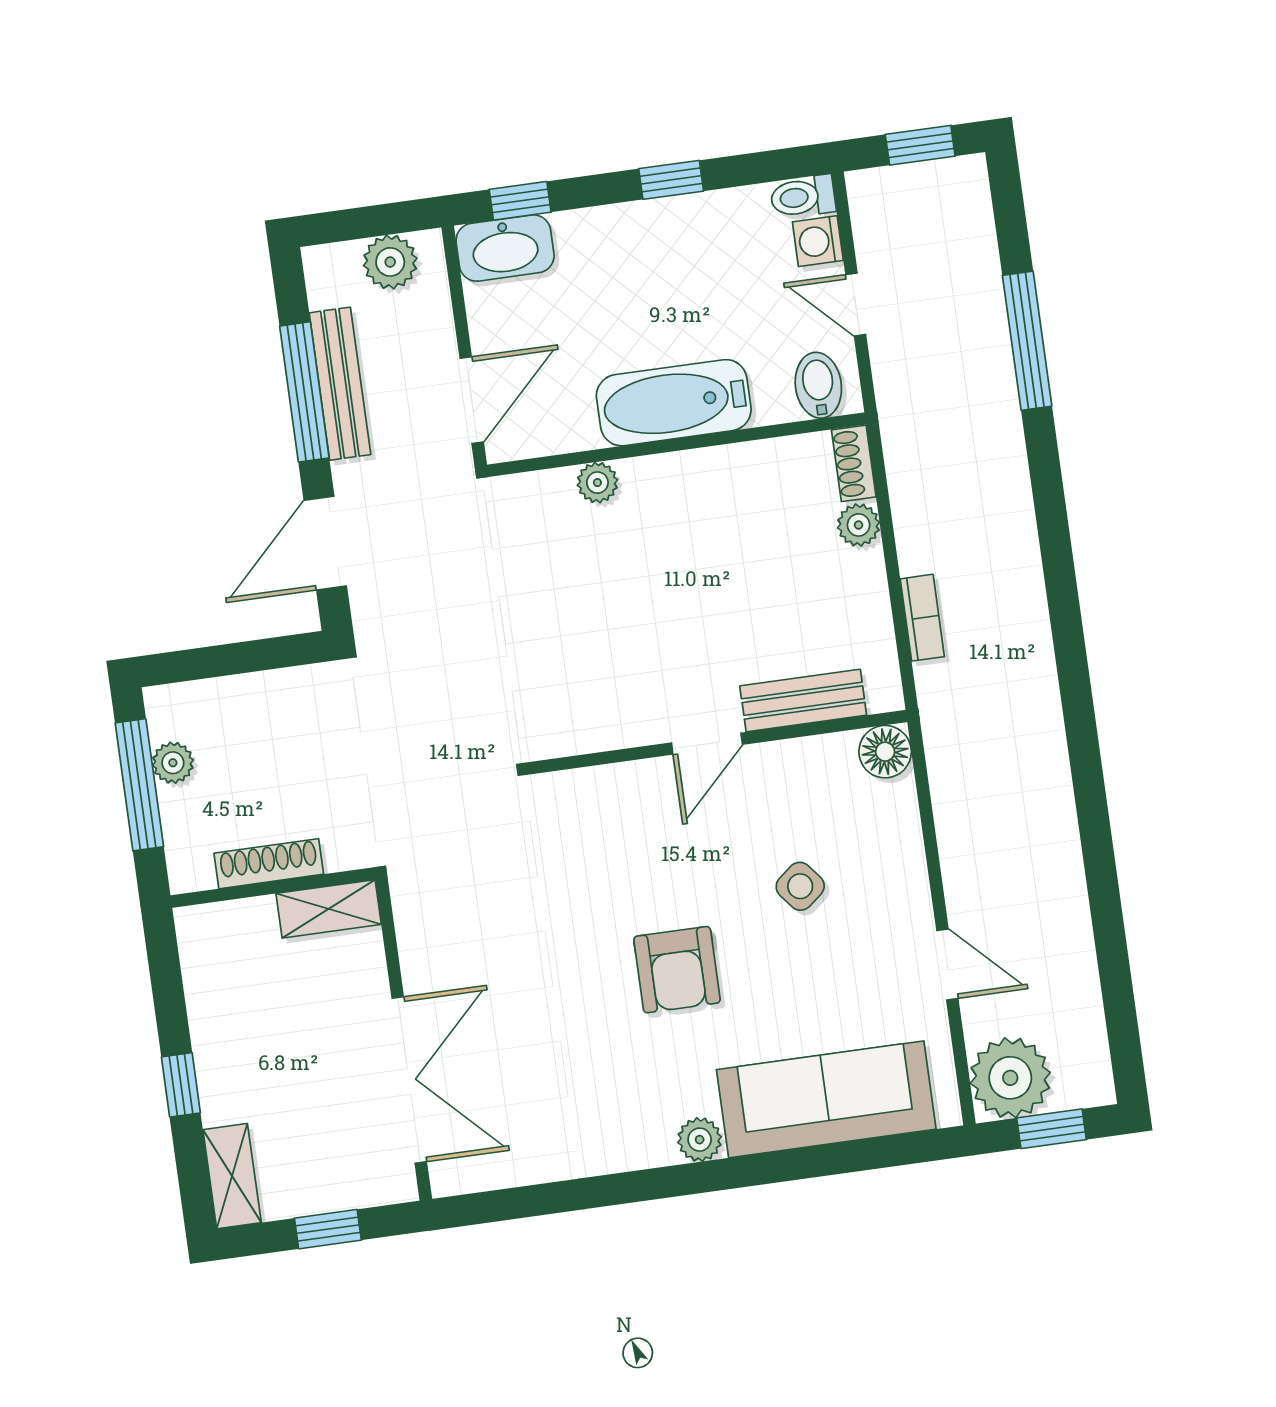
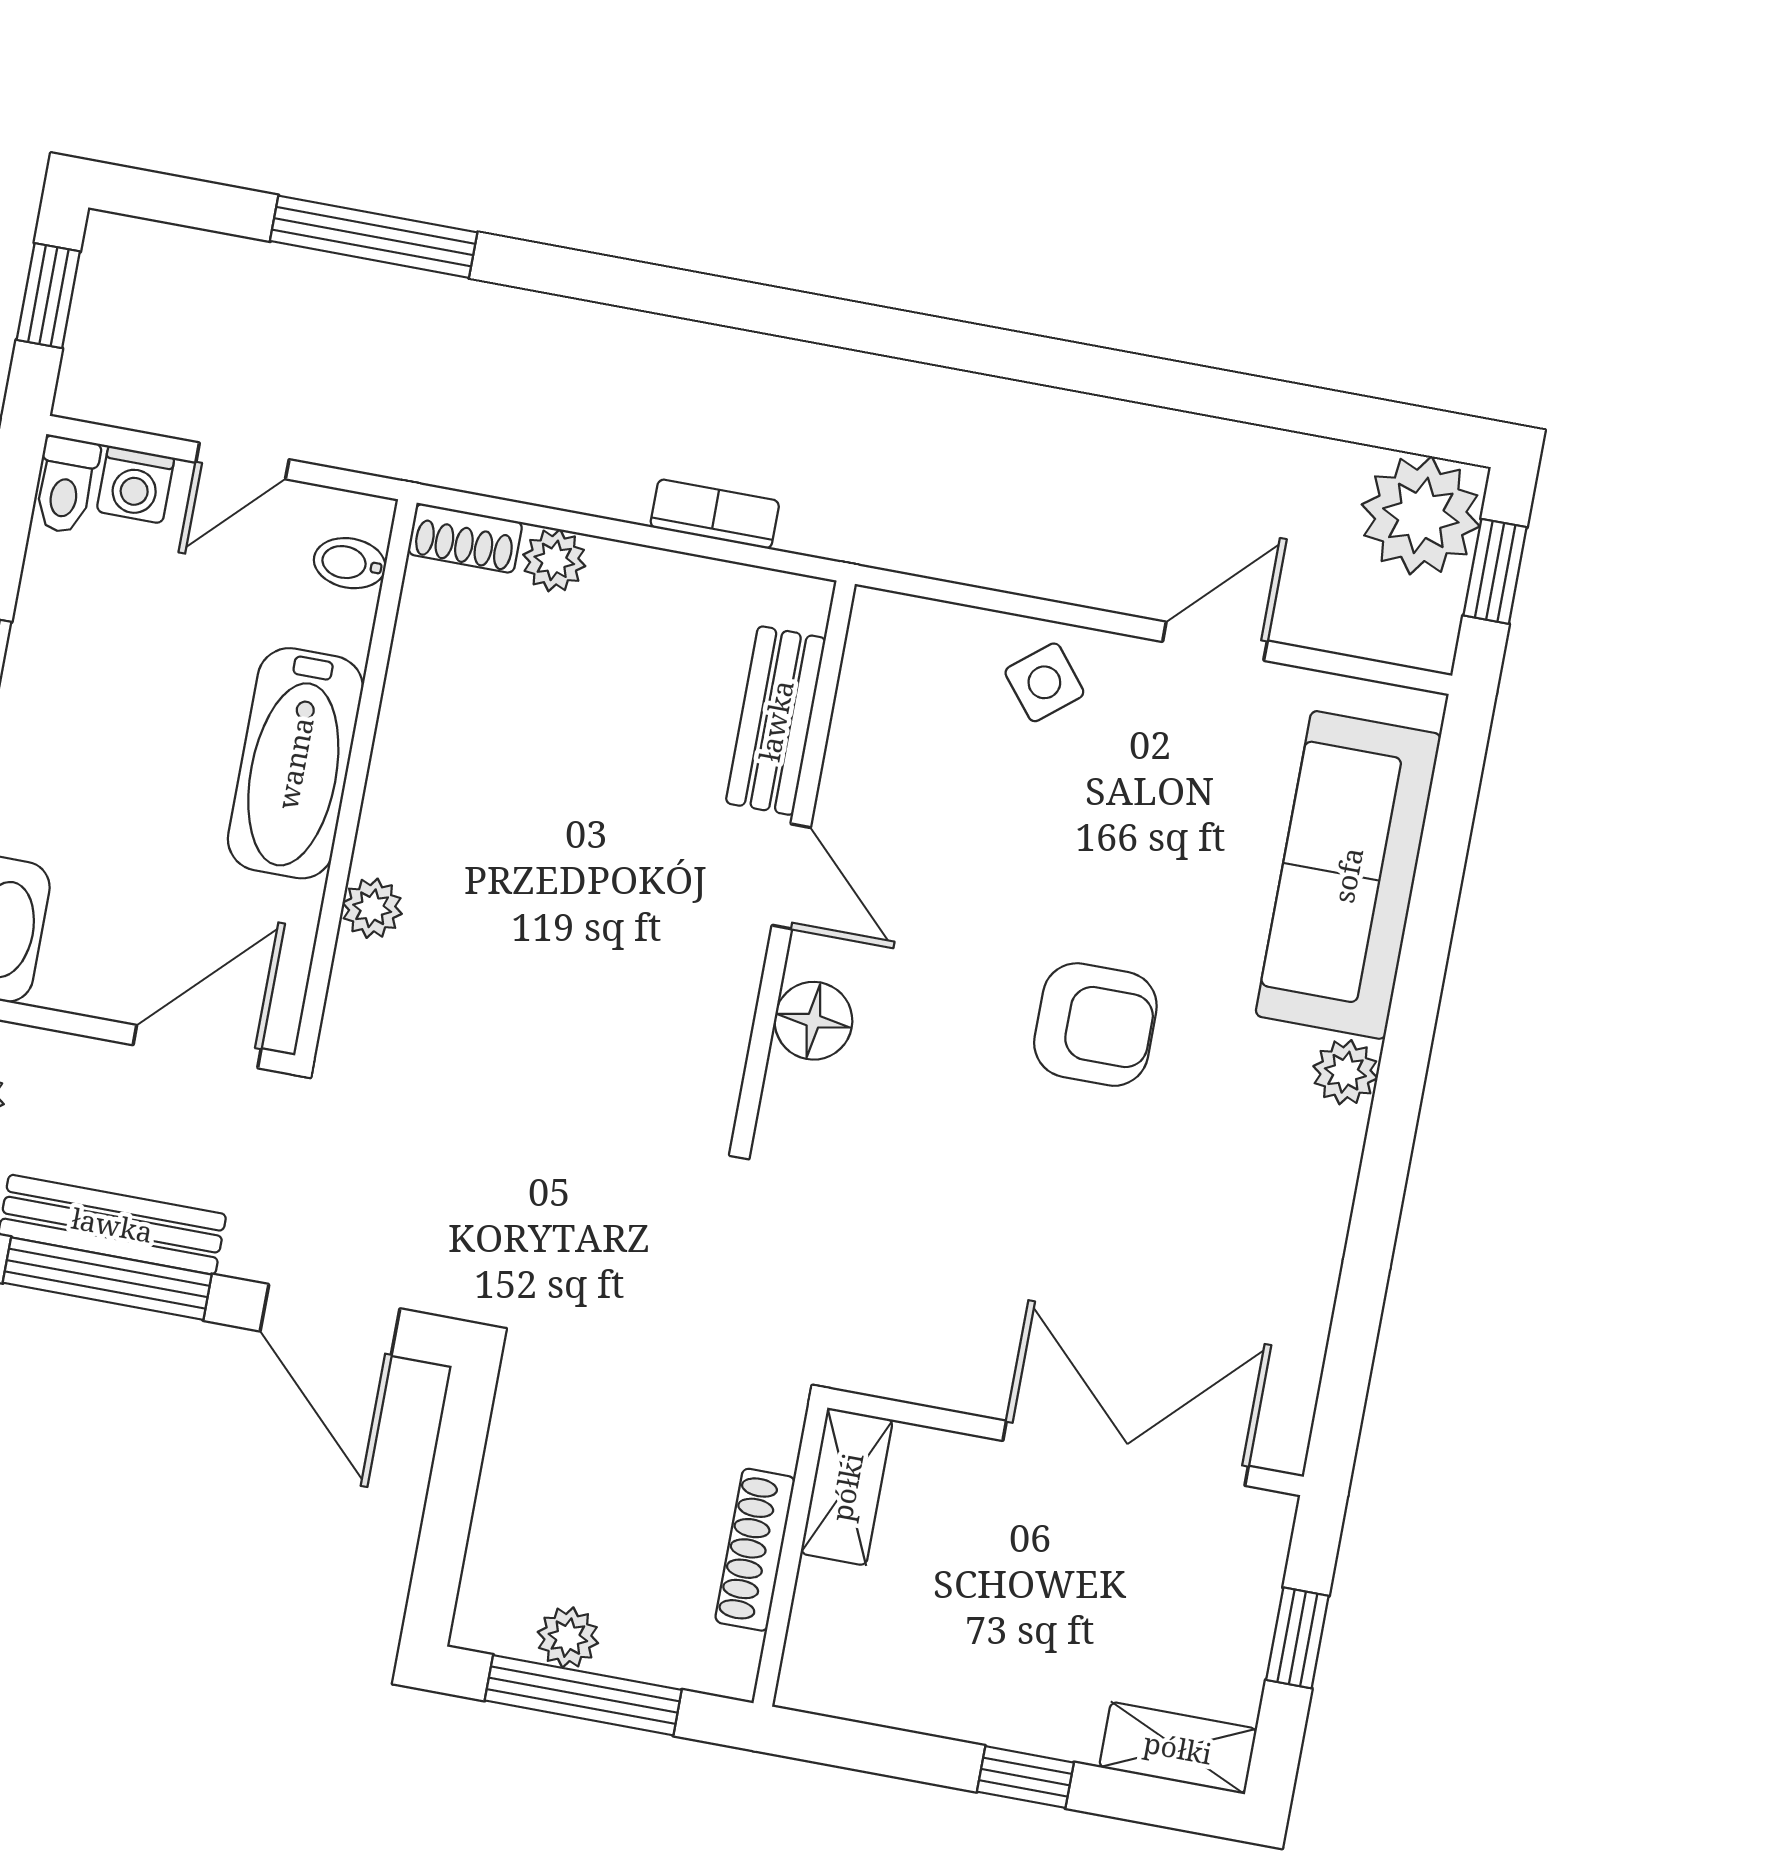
bidet: (818, 385) -> (350, 563), width x0.72, depth x0.74
door: (472, 400) -> (197, 1047), hinge flipped
floor lamp: (885, 752) -> (813, 1021), moved
side table: (800, 886) -> (1044, 682), moved
plant: (1010, 1078) -> (1421, 515), moved

